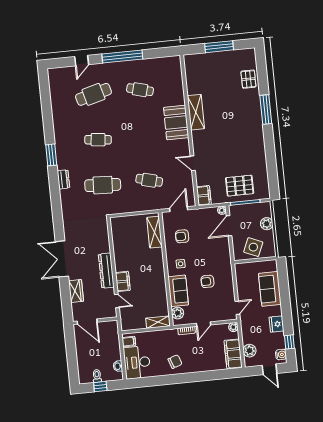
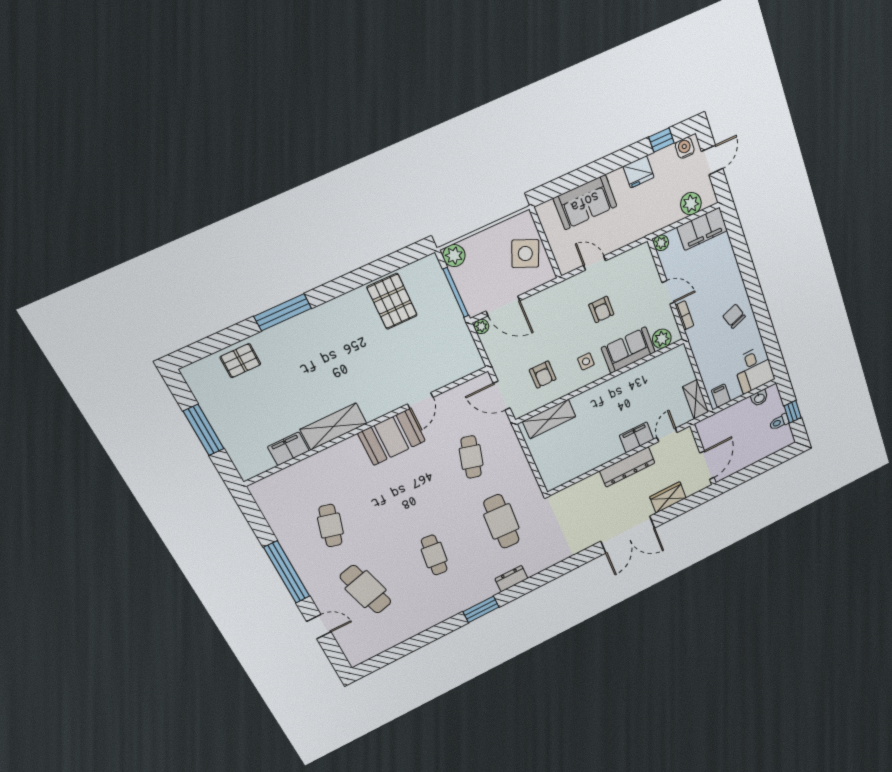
booth: (176, 123) -> (392, 437), moved
pallet: (240, 186) -> (392, 301), moved
filing cabinet: (204, 196) -> (288, 449), moved
plant: (267, 224) -> (454, 256), moved
door: (237, 308) -> (595, 263), moved
shelving: (158, 322) -> (696, 399), moved
desk: (137, 362) -> (754, 370), width x0.73

